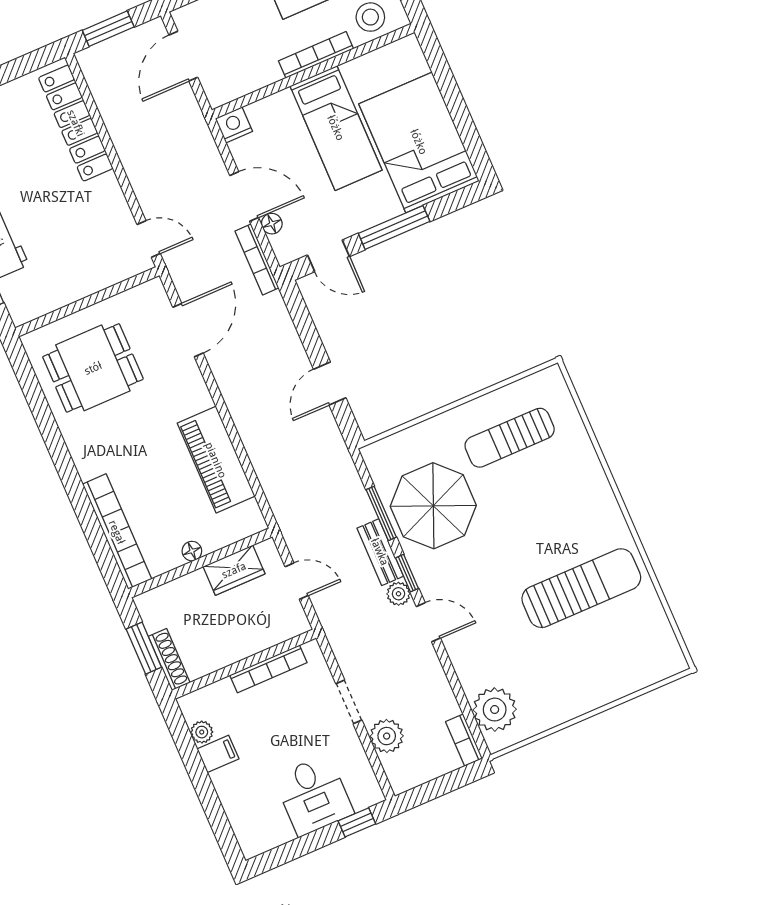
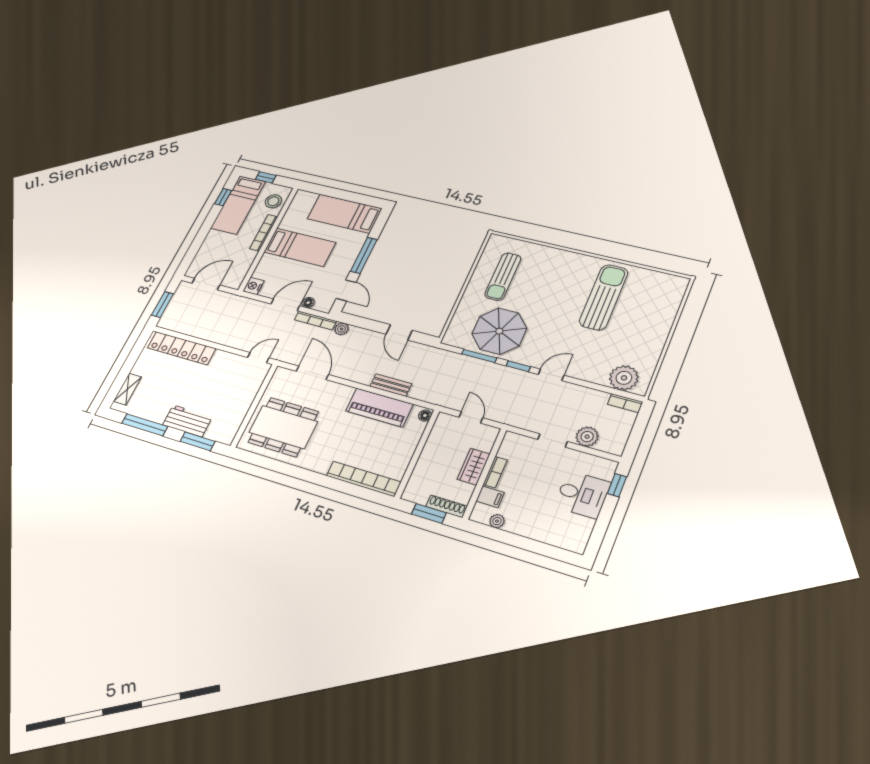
door: (183, 56) -> (206, 284), swing flipped
bed: (419, 142) -> (345, 214), width x0.67
door: (328, 256) -> (346, 290), hinge flipped
dining table: (93, 368) -> (283, 427), width x1.38
floor lamp: (192, 551) -> (425, 415), moved
bench: (380, 552) -> (391, 385), moved
wardrobe: (234, 570) -> (474, 467), moved, turned 180
door: (297, 581) -> (471, 417), hinge flipped
plant: (398, 594) -> (342, 329), moved
bookcase: (268, 669) -> (495, 472), width x0.64
filing cabinet: (218, 754) -> (490, 497), moved, turned 90

